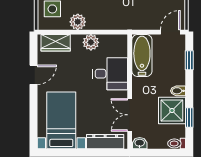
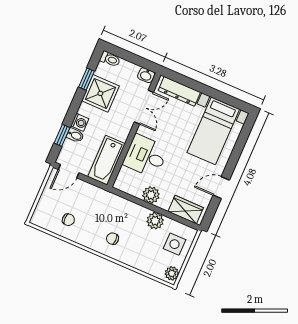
washing machine: (179, 78) -> (80, 122), added
bidet: (178, 91) -> (75, 135), moved

